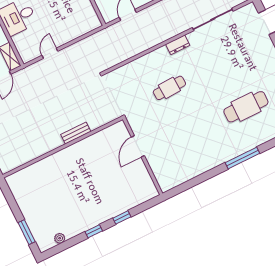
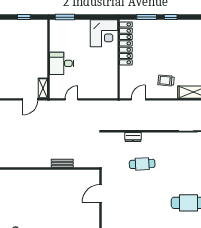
dresser: (178, 45) -> (133, 137), moved

